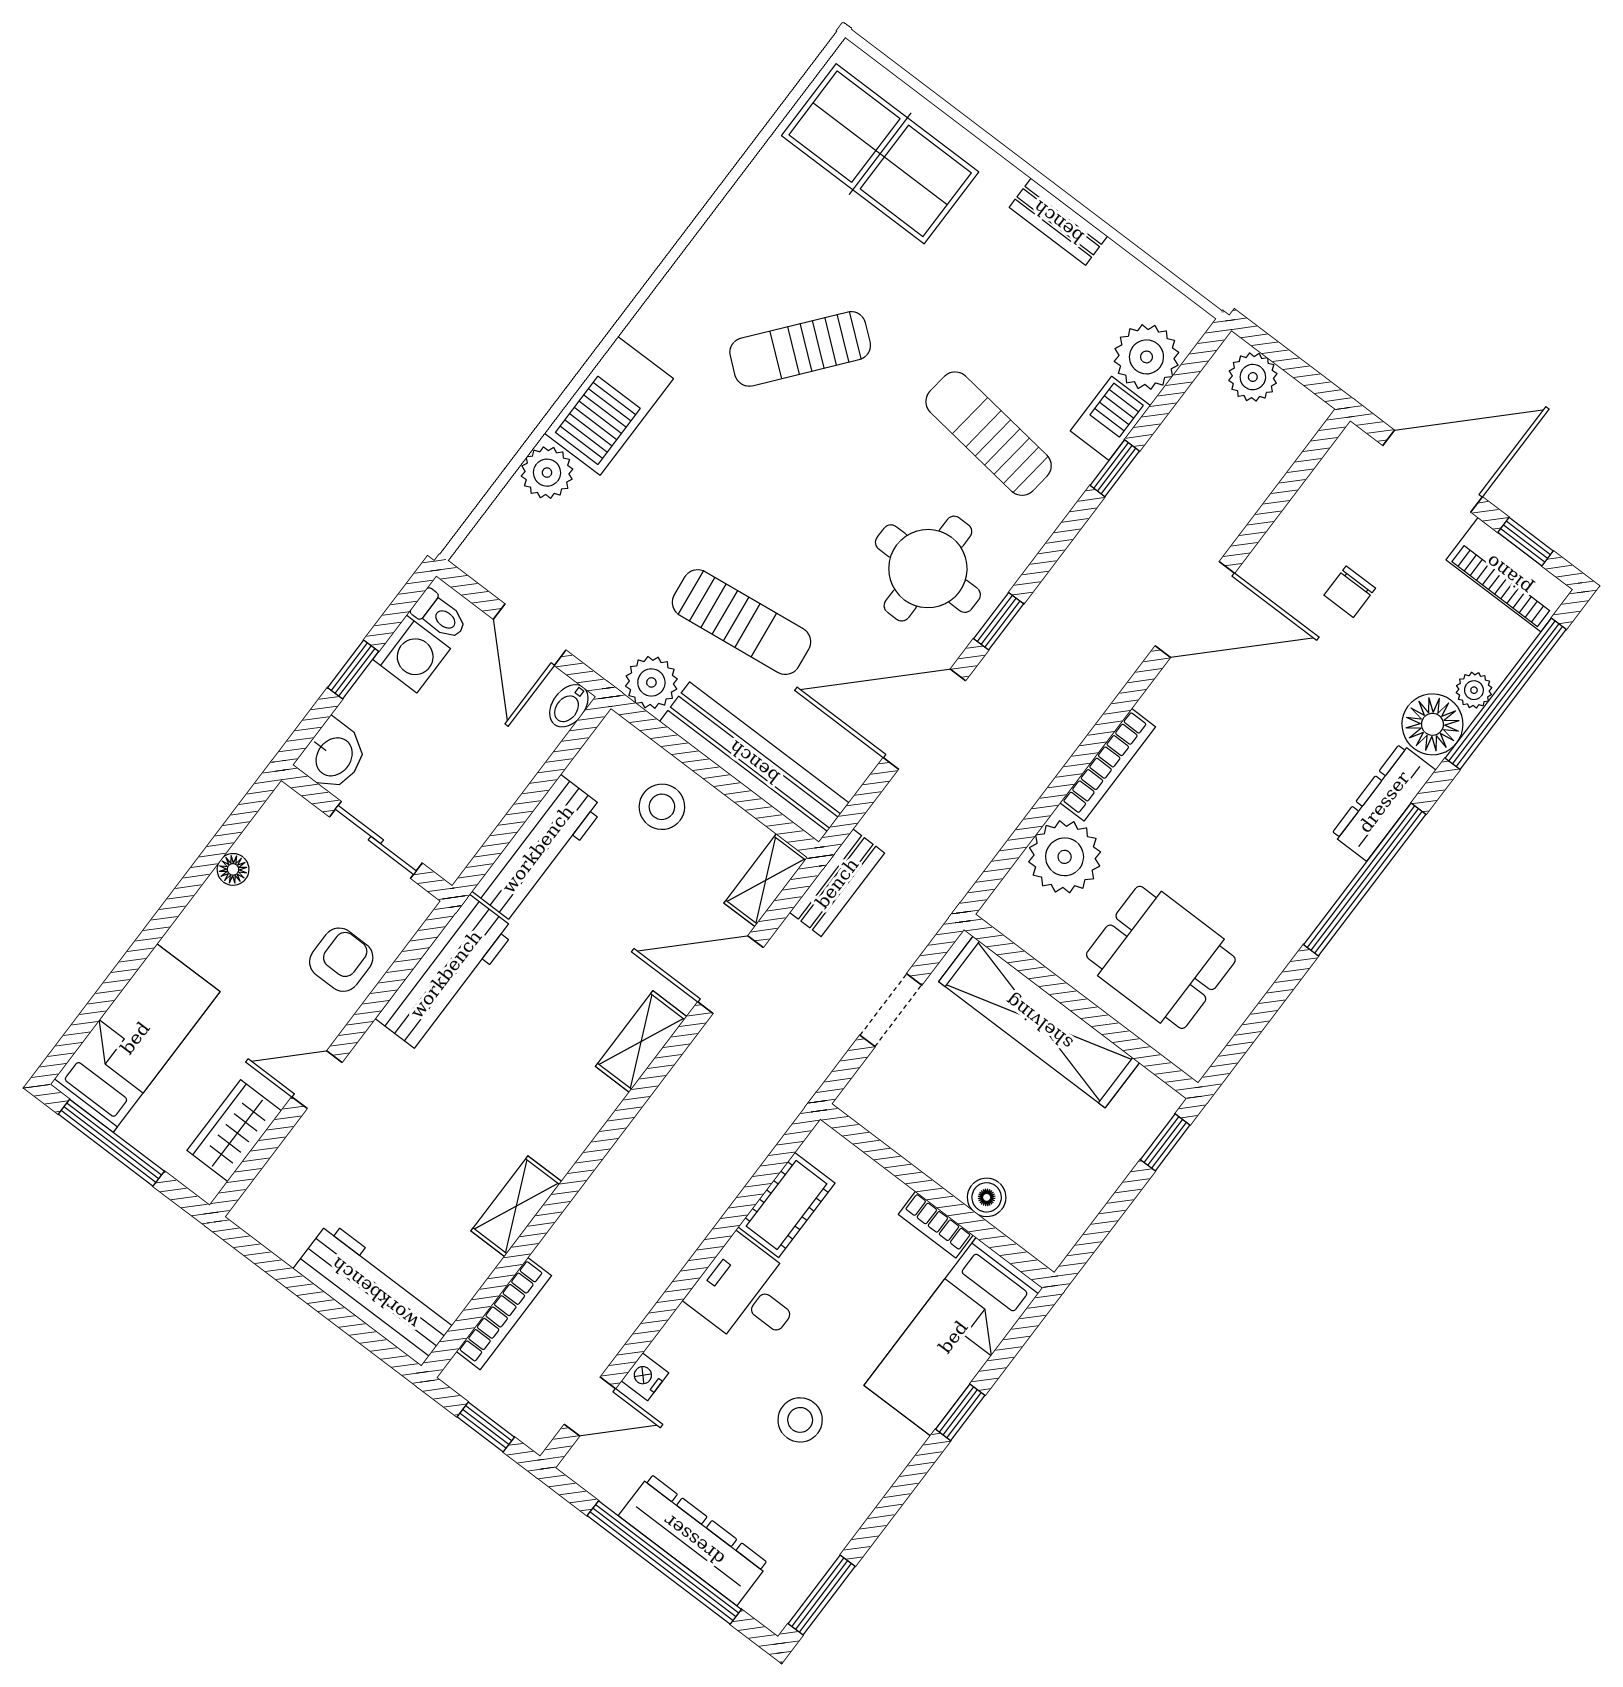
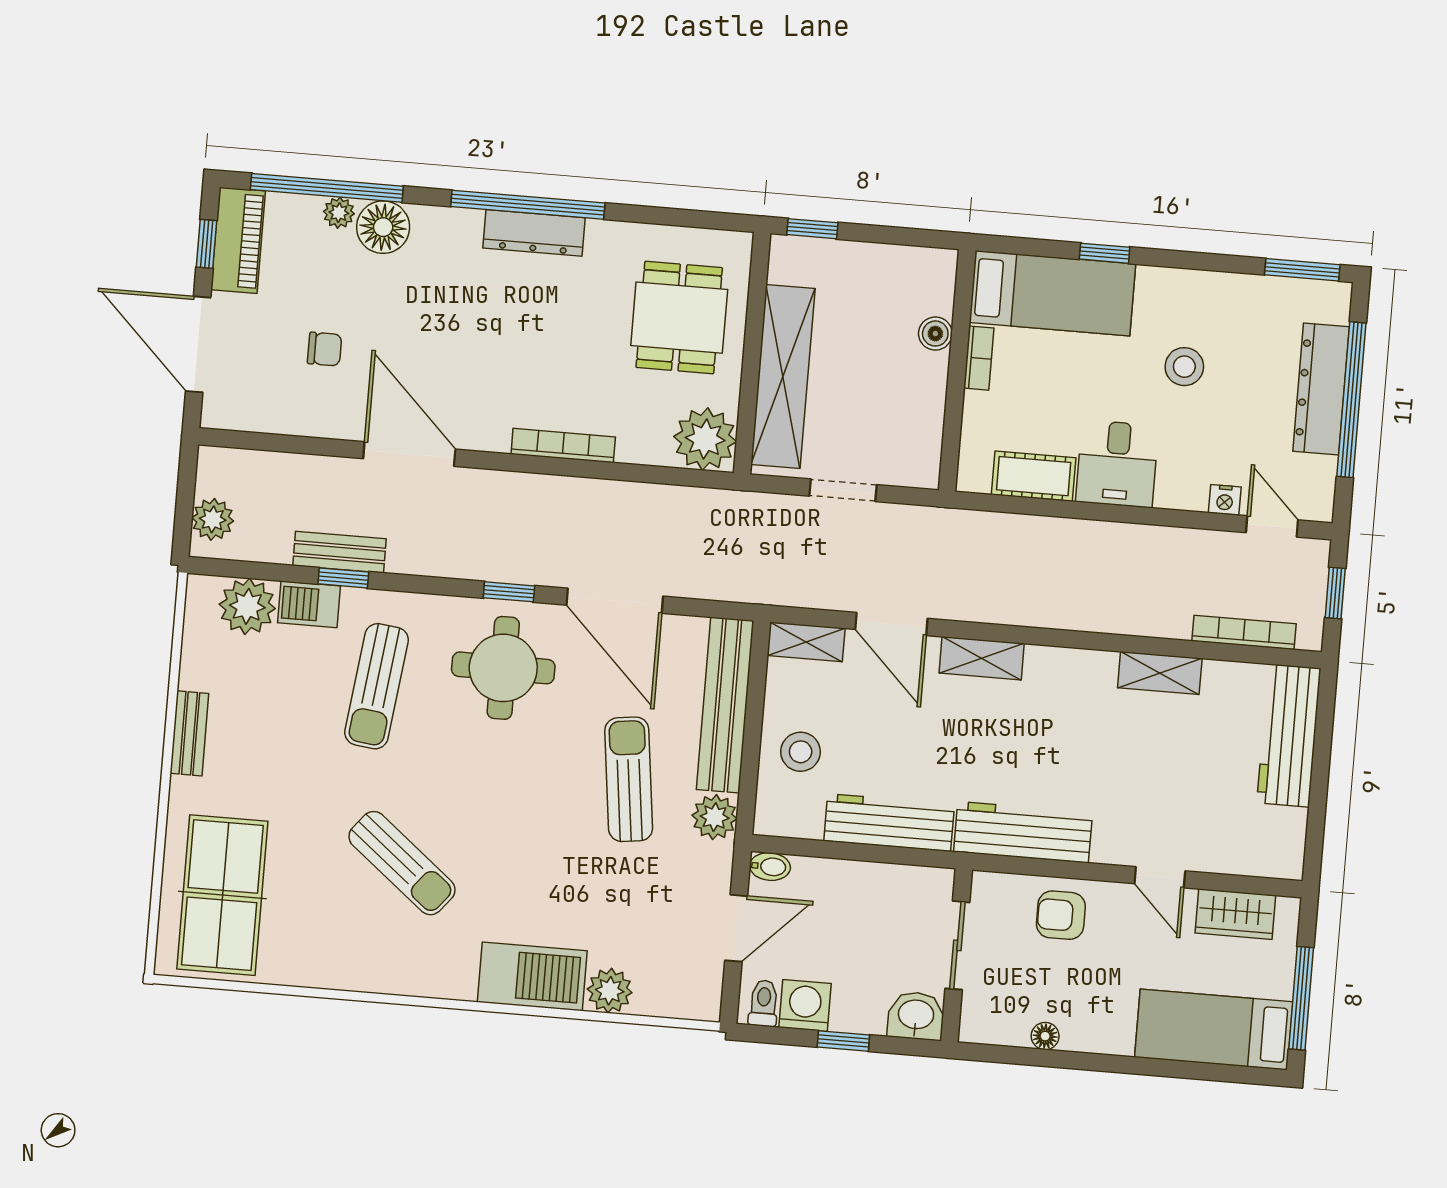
dresser: (1384, 802) -> (534, 233), moved
plant: (1065, 857) -> (705, 439), moved
bench: (837, 883) -> (340, 552), moved

